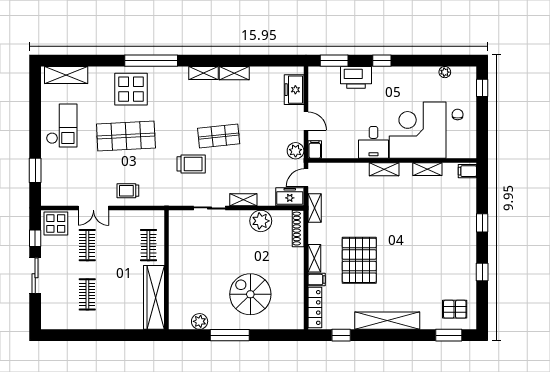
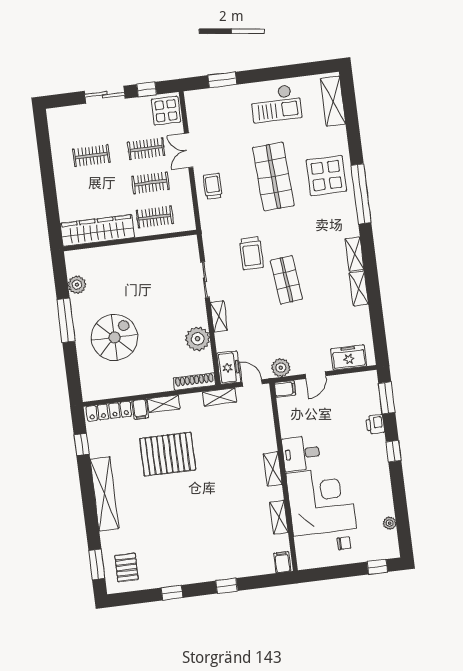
printer: (356, 77) -> (375, 424), width x0.53, depth x0.68
clothes rail: (118, 245) -> (151, 183), added

